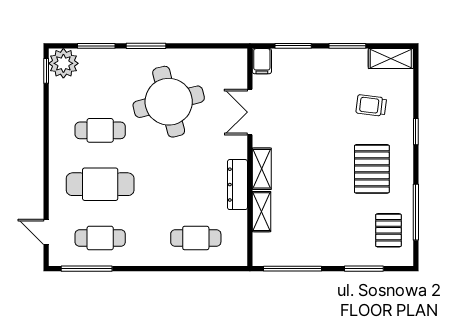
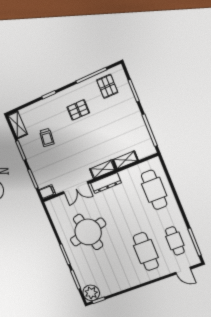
trolley: (371, 105) -> (47, 138), moved
cafe table: (100, 130) -> (118, 262), removed
pallet: (372, 169) -> (78, 110), width x0.67, depth x0.71
dresser: (237, 185) -> (106, 183), moved
pallet: (388, 230) -> (107, 86), turned 90
door: (46, 232) -> (183, 271), hinge flipped
cafe table: (196, 238) -> (154, 190), width x1.37, depth x1.35

